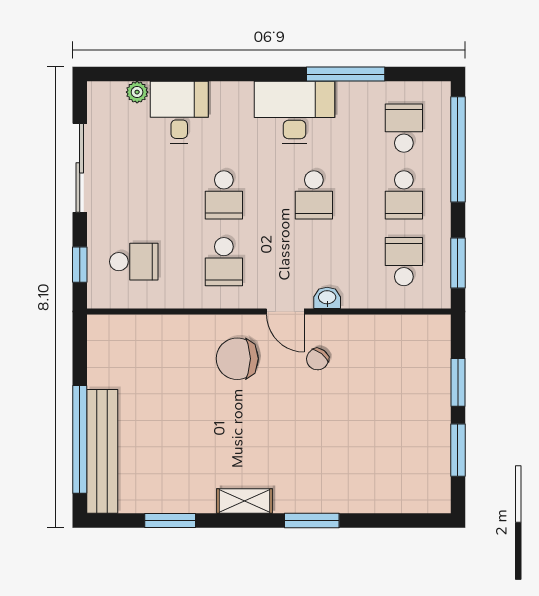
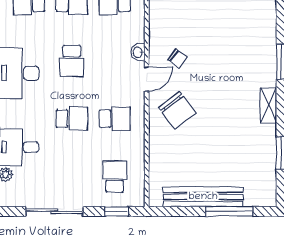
school desk: (314, 195) -> (72, 61), turned 90
chair: (237, 359) -> (177, 110), turned -37
window: (80, 439) -> (229, 211), width x0.68
bench: (102, 451) -> (203, 197), moved

